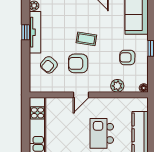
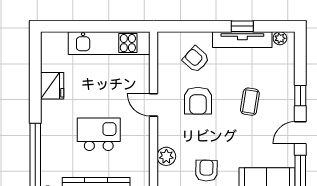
coffee table: (86, 39) -> (250, 102), moved
armchair: (78, 63) -> (198, 101), turned 180

